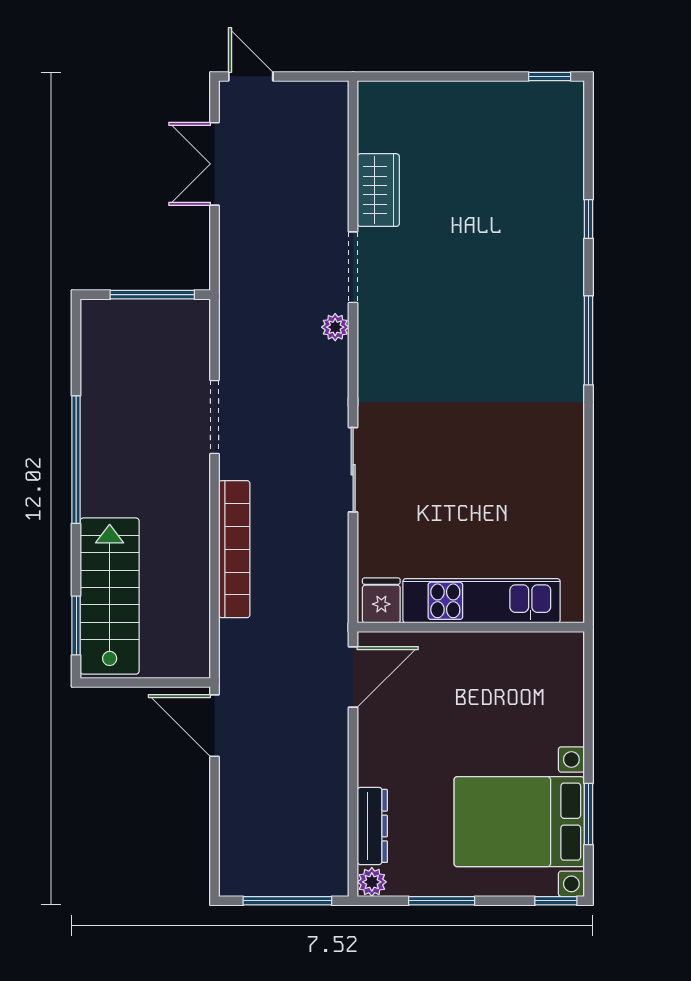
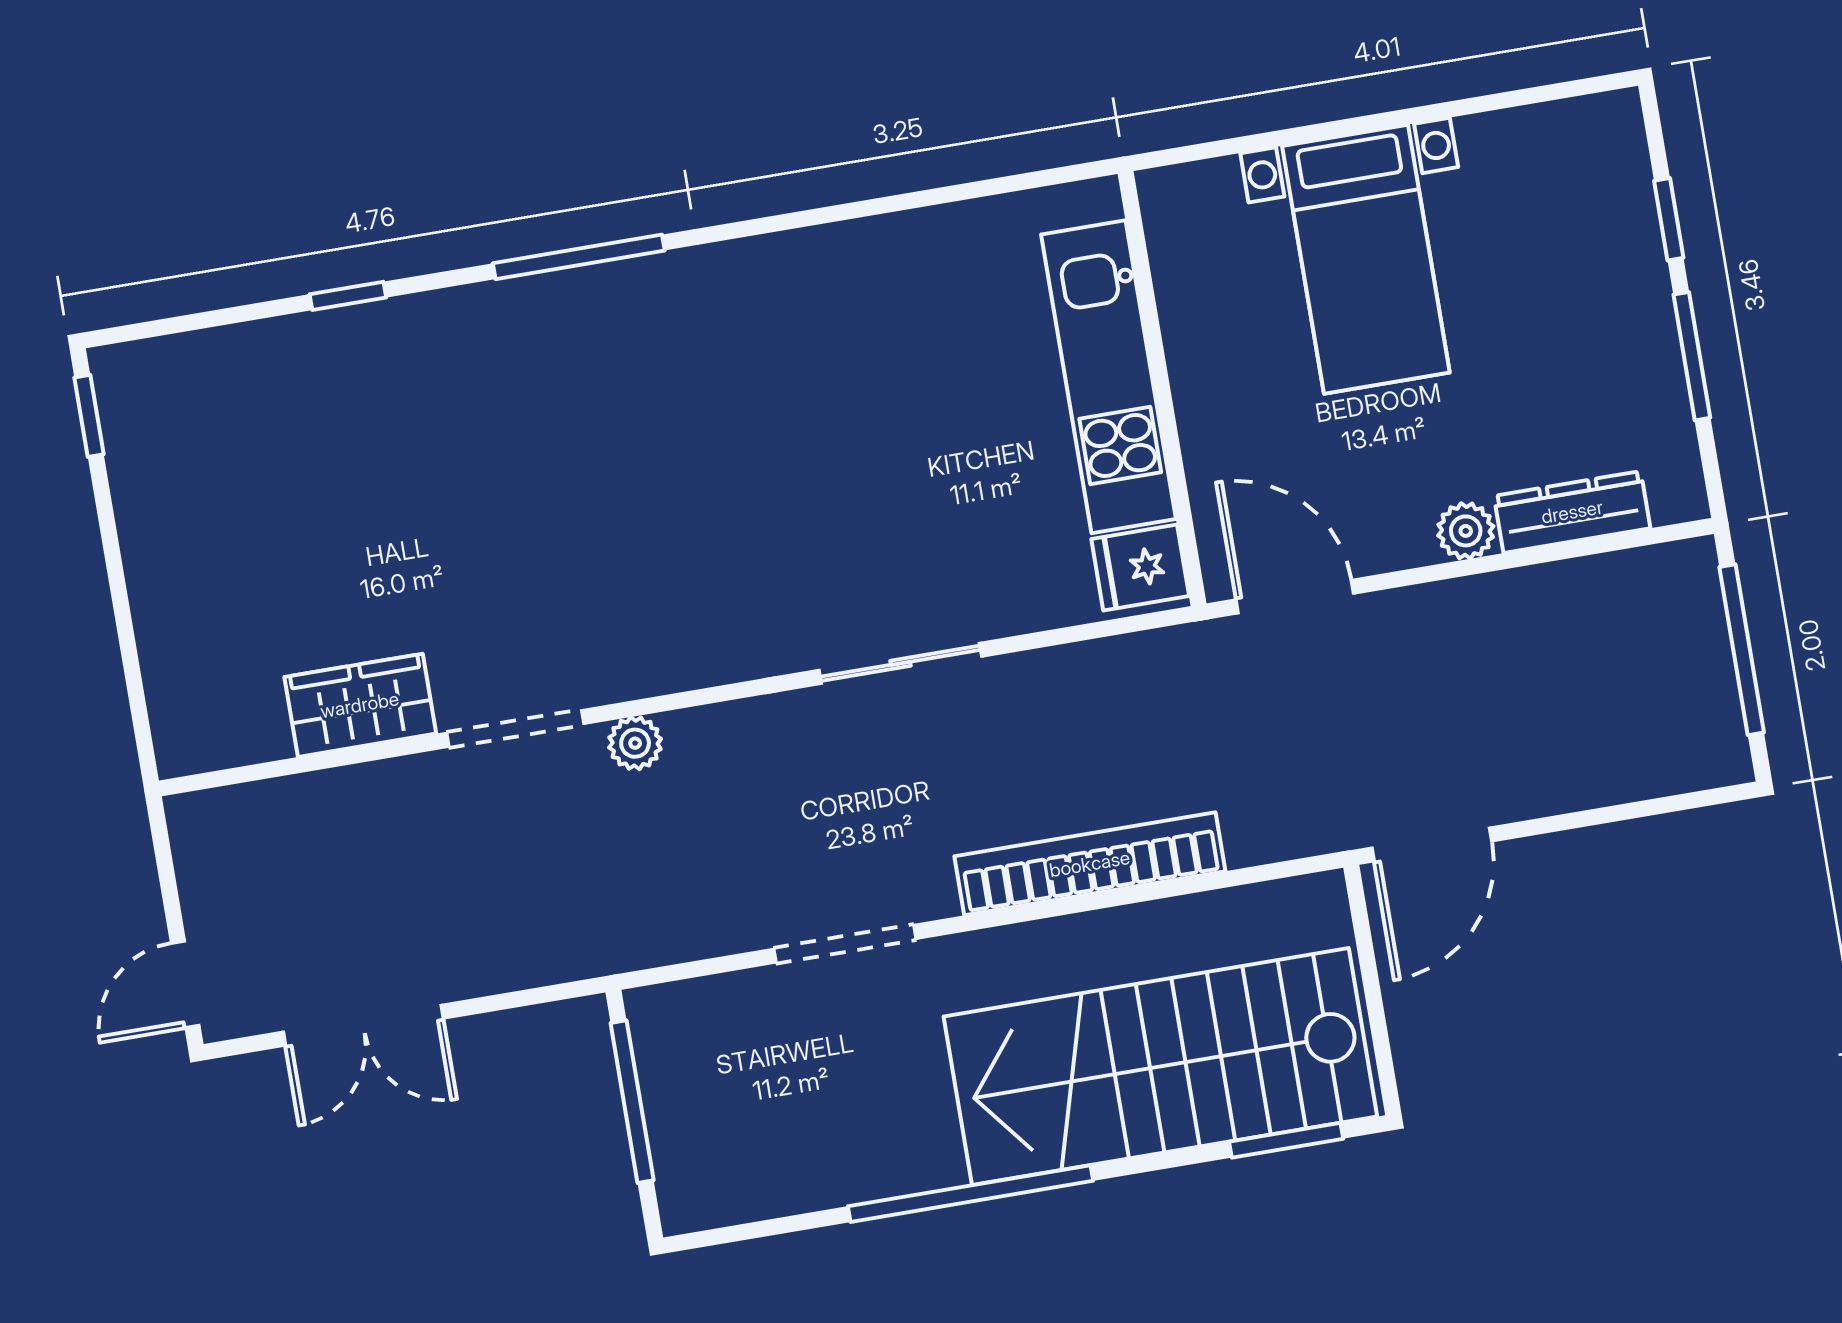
stairs: (110, 596) -> (1160, 1067), width x1.36, depth x1.51
window: (589, 814) -> (1480, 104), removed
bed with nightstands: (519, 822) -> (1366, 259), moved, width x0.73
plant: (372, 882) -> (1466, 531), moved
window: (556, 901) -> (1669, 219), moved

